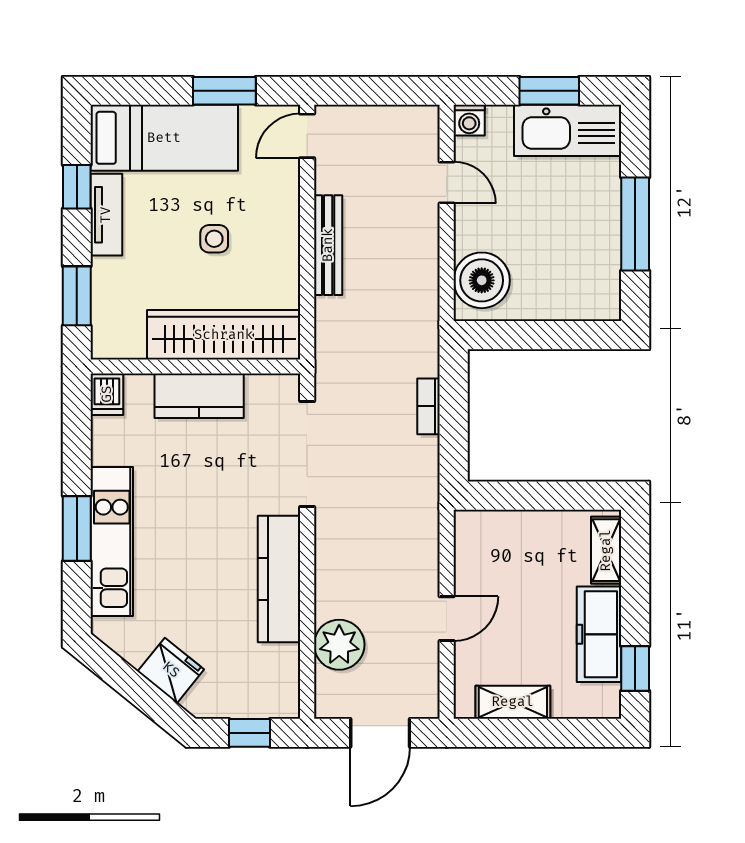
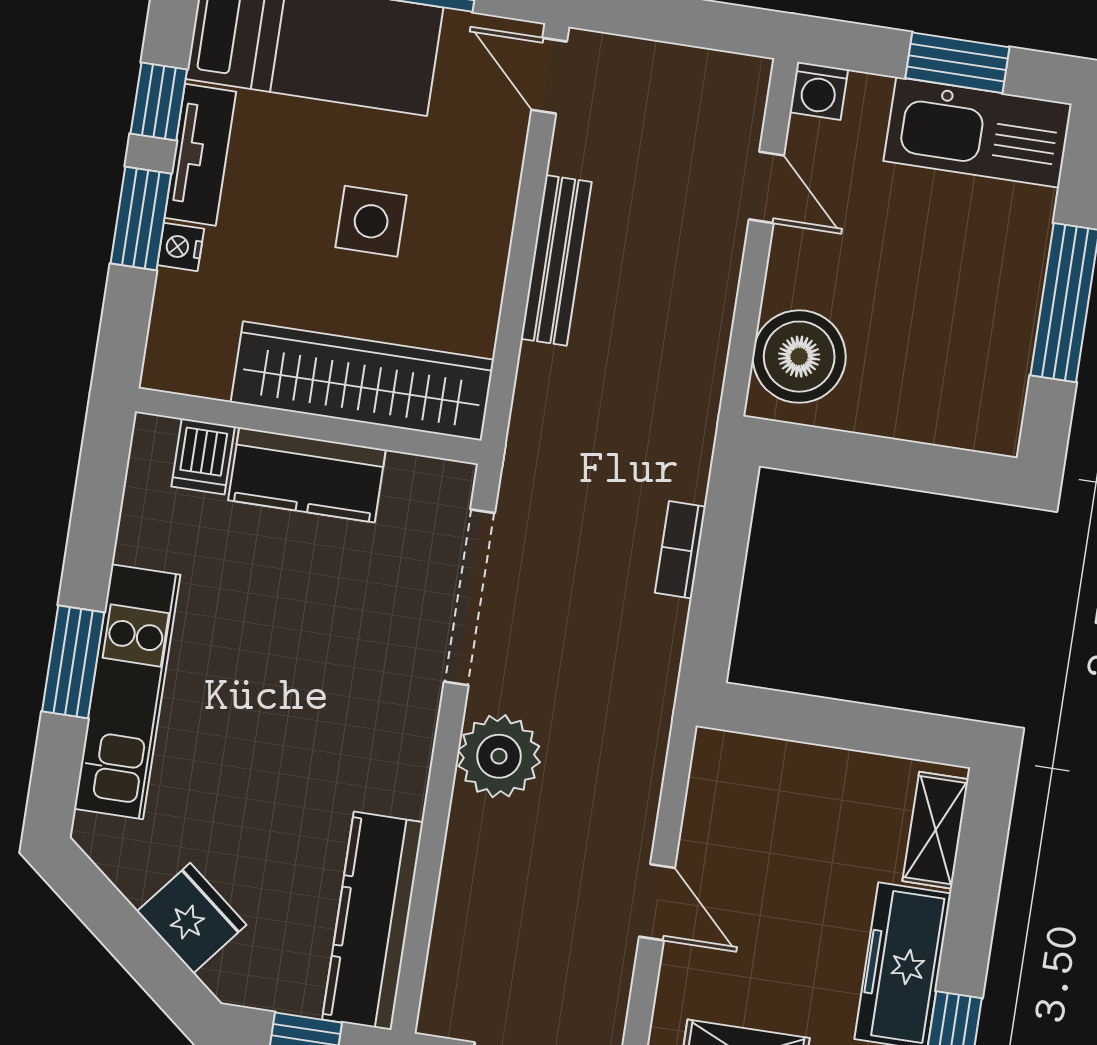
door: (307, 136) -> (549, 76), hinge flipped
side table: (214, 239) -> (371, 221), width x1.37, depth x1.37
nightstand: (103, 271) -> (181, 247), added
window: (77, 296) -> (141, 219), moved
dishwasher: (107, 394) -> (203, 457), moved
kitchen counter: (279, 579) -> (373, 921), moved
door: (447, 619) -> (657, 902), hinge flipped
plant: (339, 645) -> (499, 756), moved

